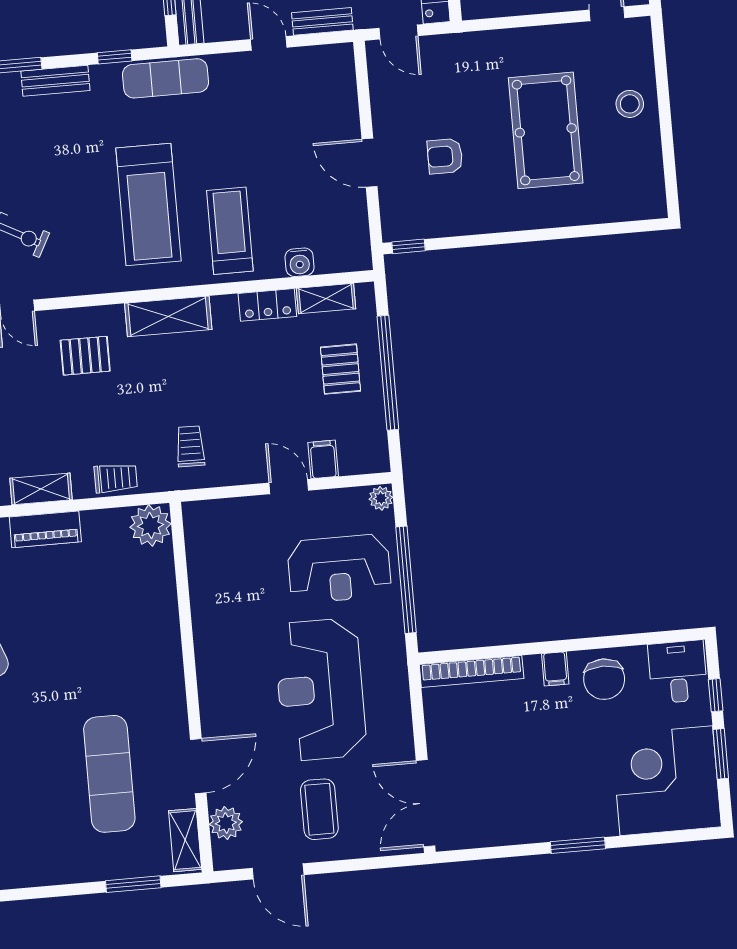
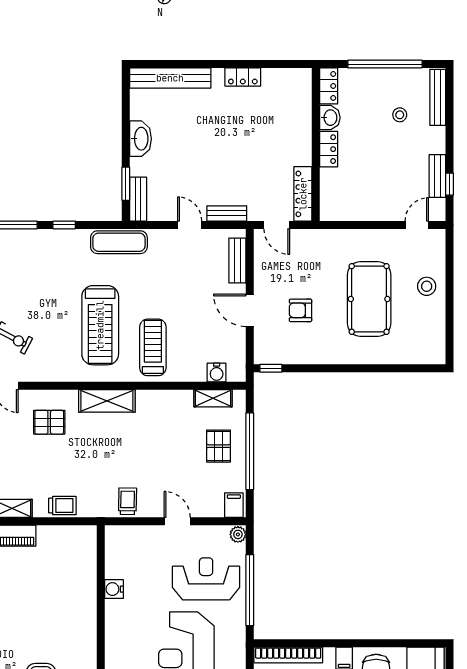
window: (115, 57) -> (64, 225), moved
bench: (55, 81) -> (237, 260), moved, turned 90
water cooler: (300, 262) -> (217, 373), moved
locker: (267, 305) -> (174, 399), removed
trolley: (190, 446) -> (128, 501), moved
filing cabinet: (323, 459) -> (234, 505), moved
plant: (150, 526) -> (83, 539), removed
reception desk: (339, 569) -> (206, 579), turned 180
water cooler: (203, 596) -> (114, 589), added

